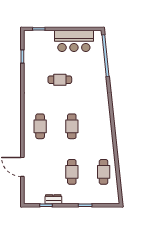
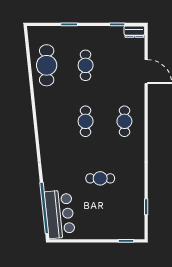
bar counter: (74, 41) -> (60, 214), moved, turned 84
cafe table: (104, 172) -> (47, 65), width x1.37, depth x1.35
dresser: (53, 199) -> (134, 32), moved

